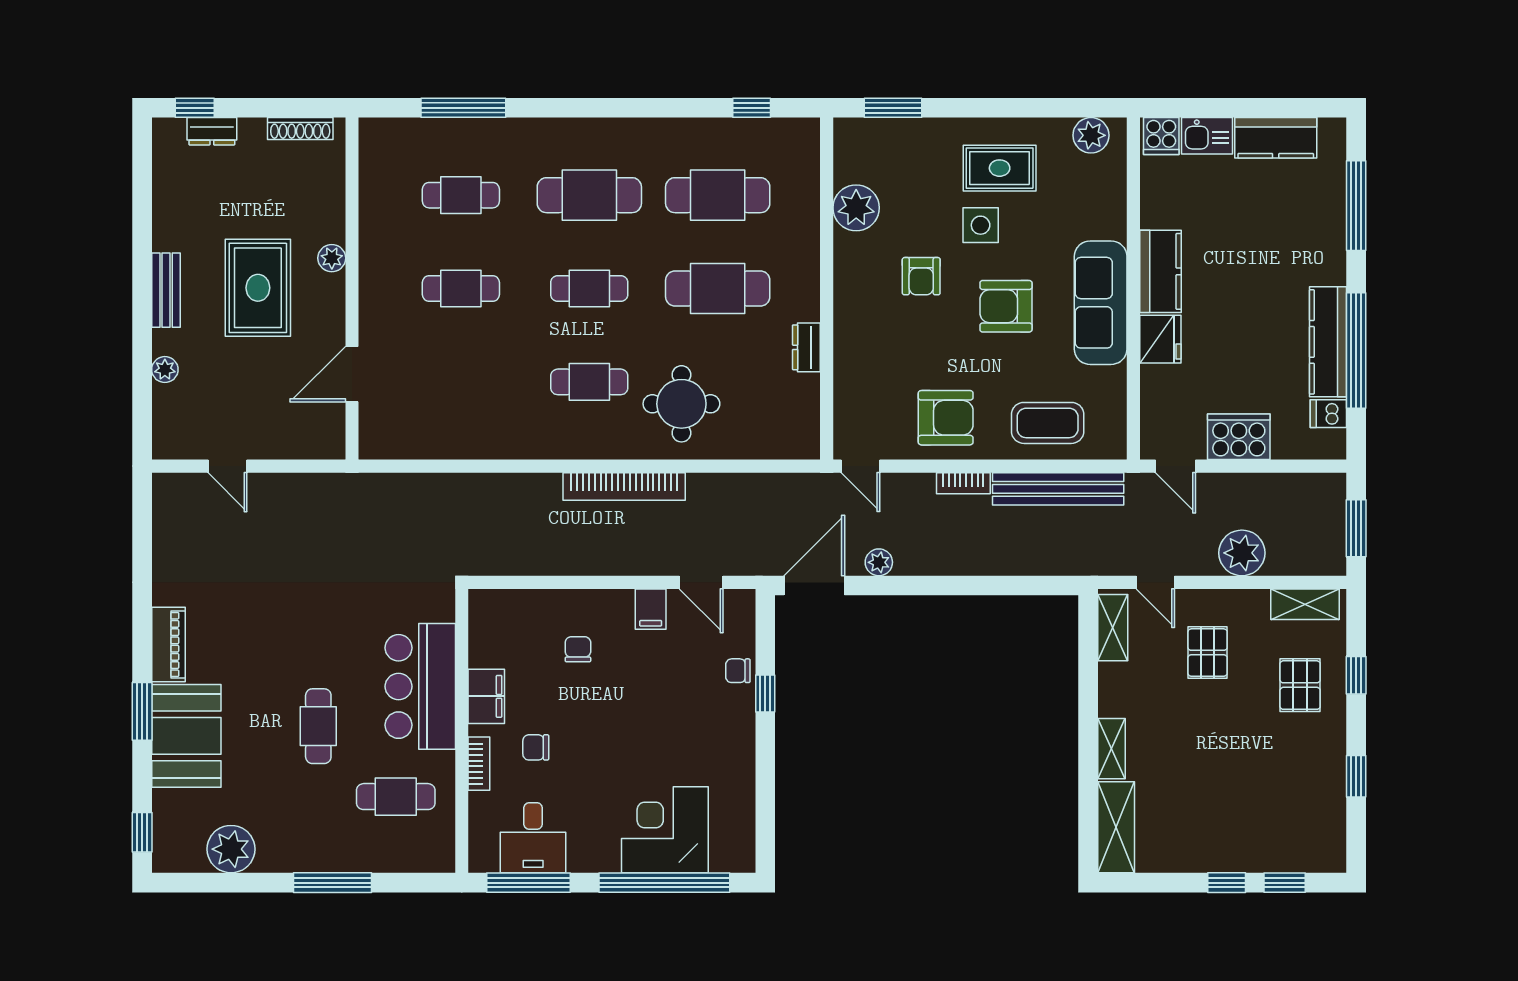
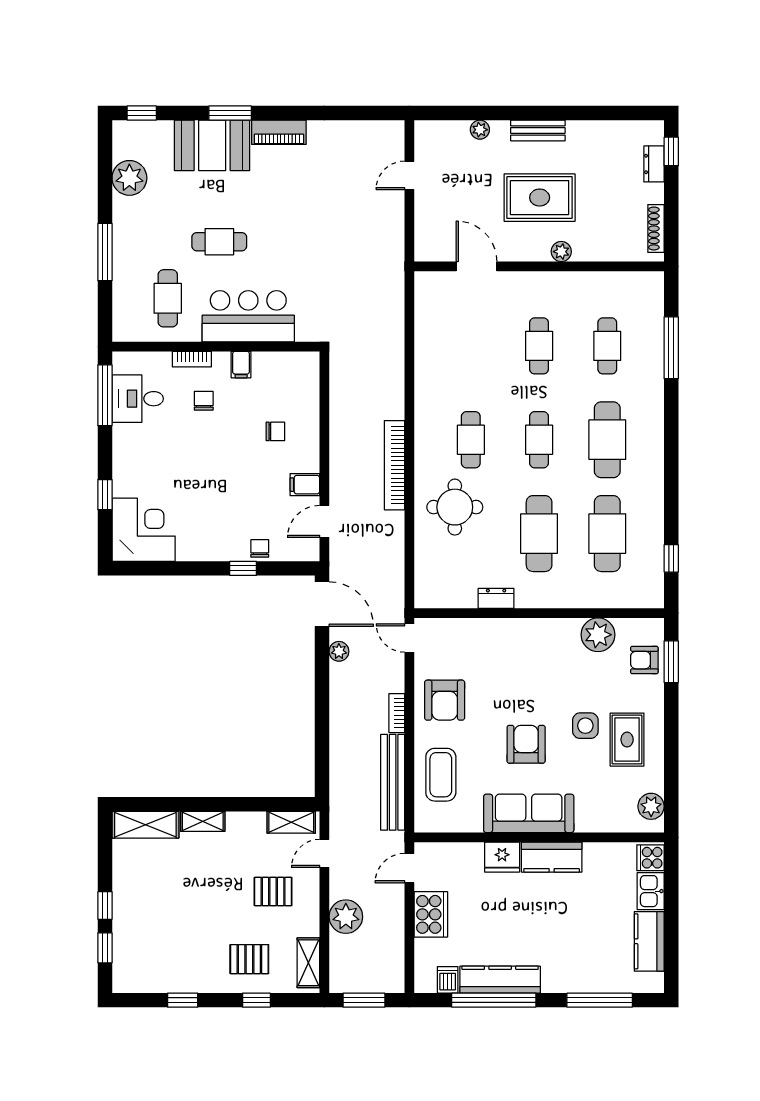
armchair: (921, 276) -> (644, 660), moved
door: (861, 466) -> (409, 638), hinge flipped
filing cabinet: (486, 696) -> (241, 365), width x0.50
corner desk: (665, 830) -> (144, 530), moved
window: (664, 883) -> (105, 495), width x0.32

